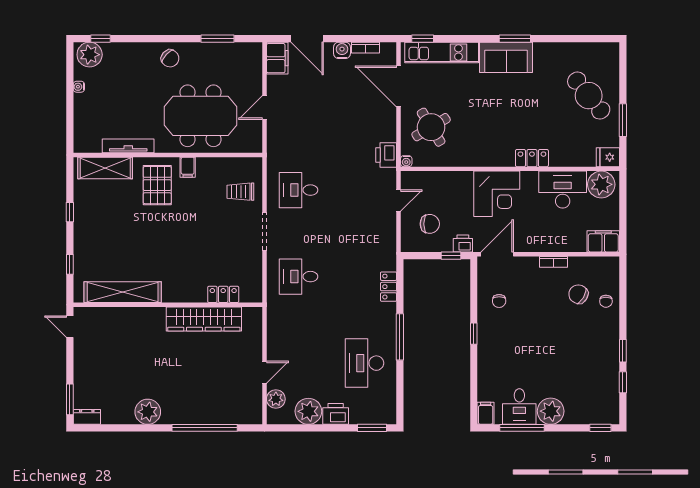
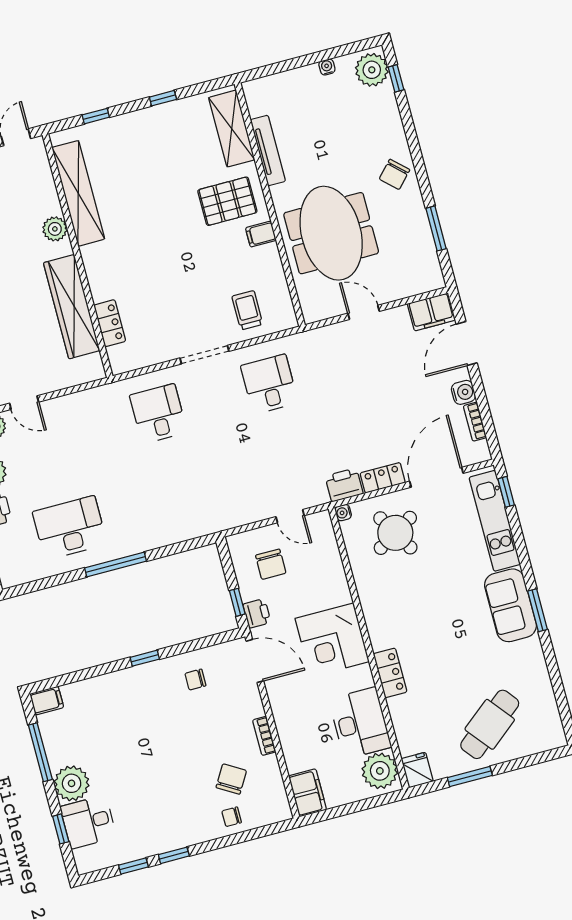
locker: (389, 287) -> (383, 478), moved
plant: (144, 316) -> (55, 229), added
desk: (519, 406) -> (88, 822), moved
window: (600, 428) -> (61, 829), moved

